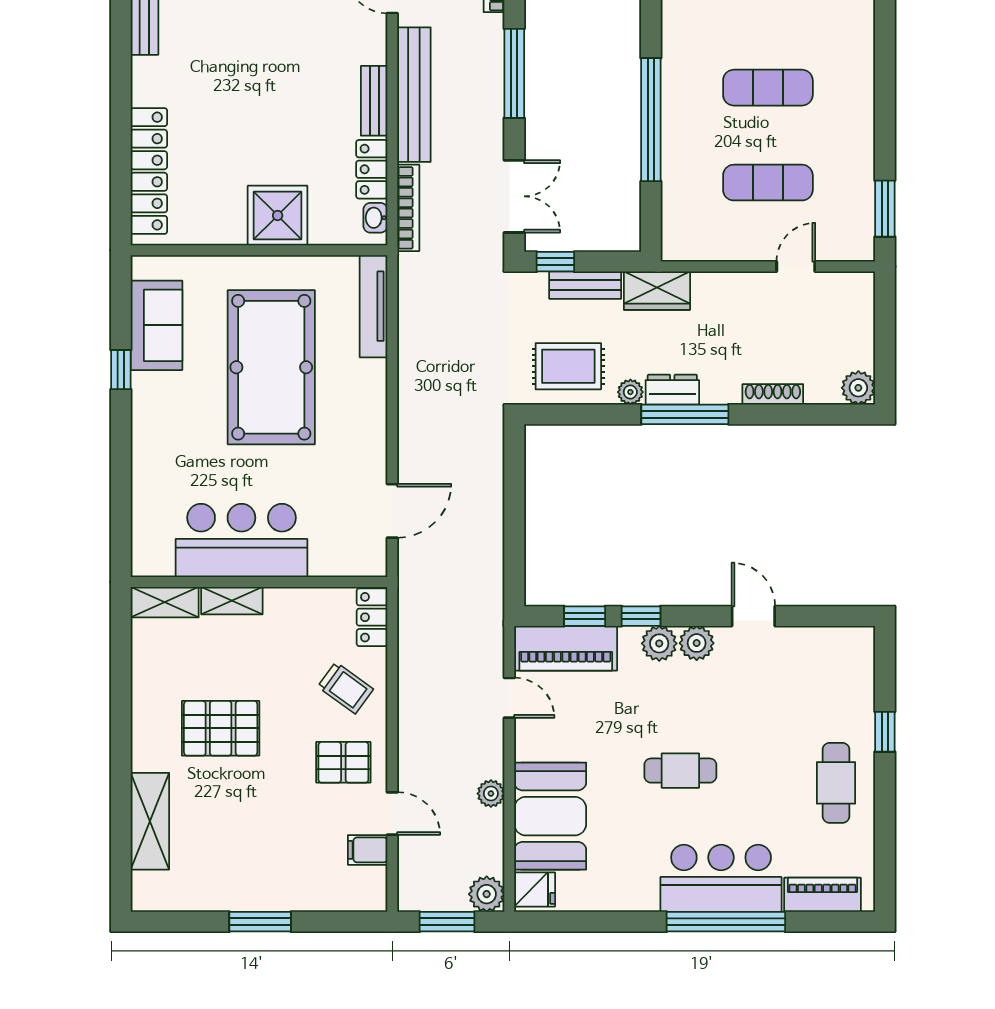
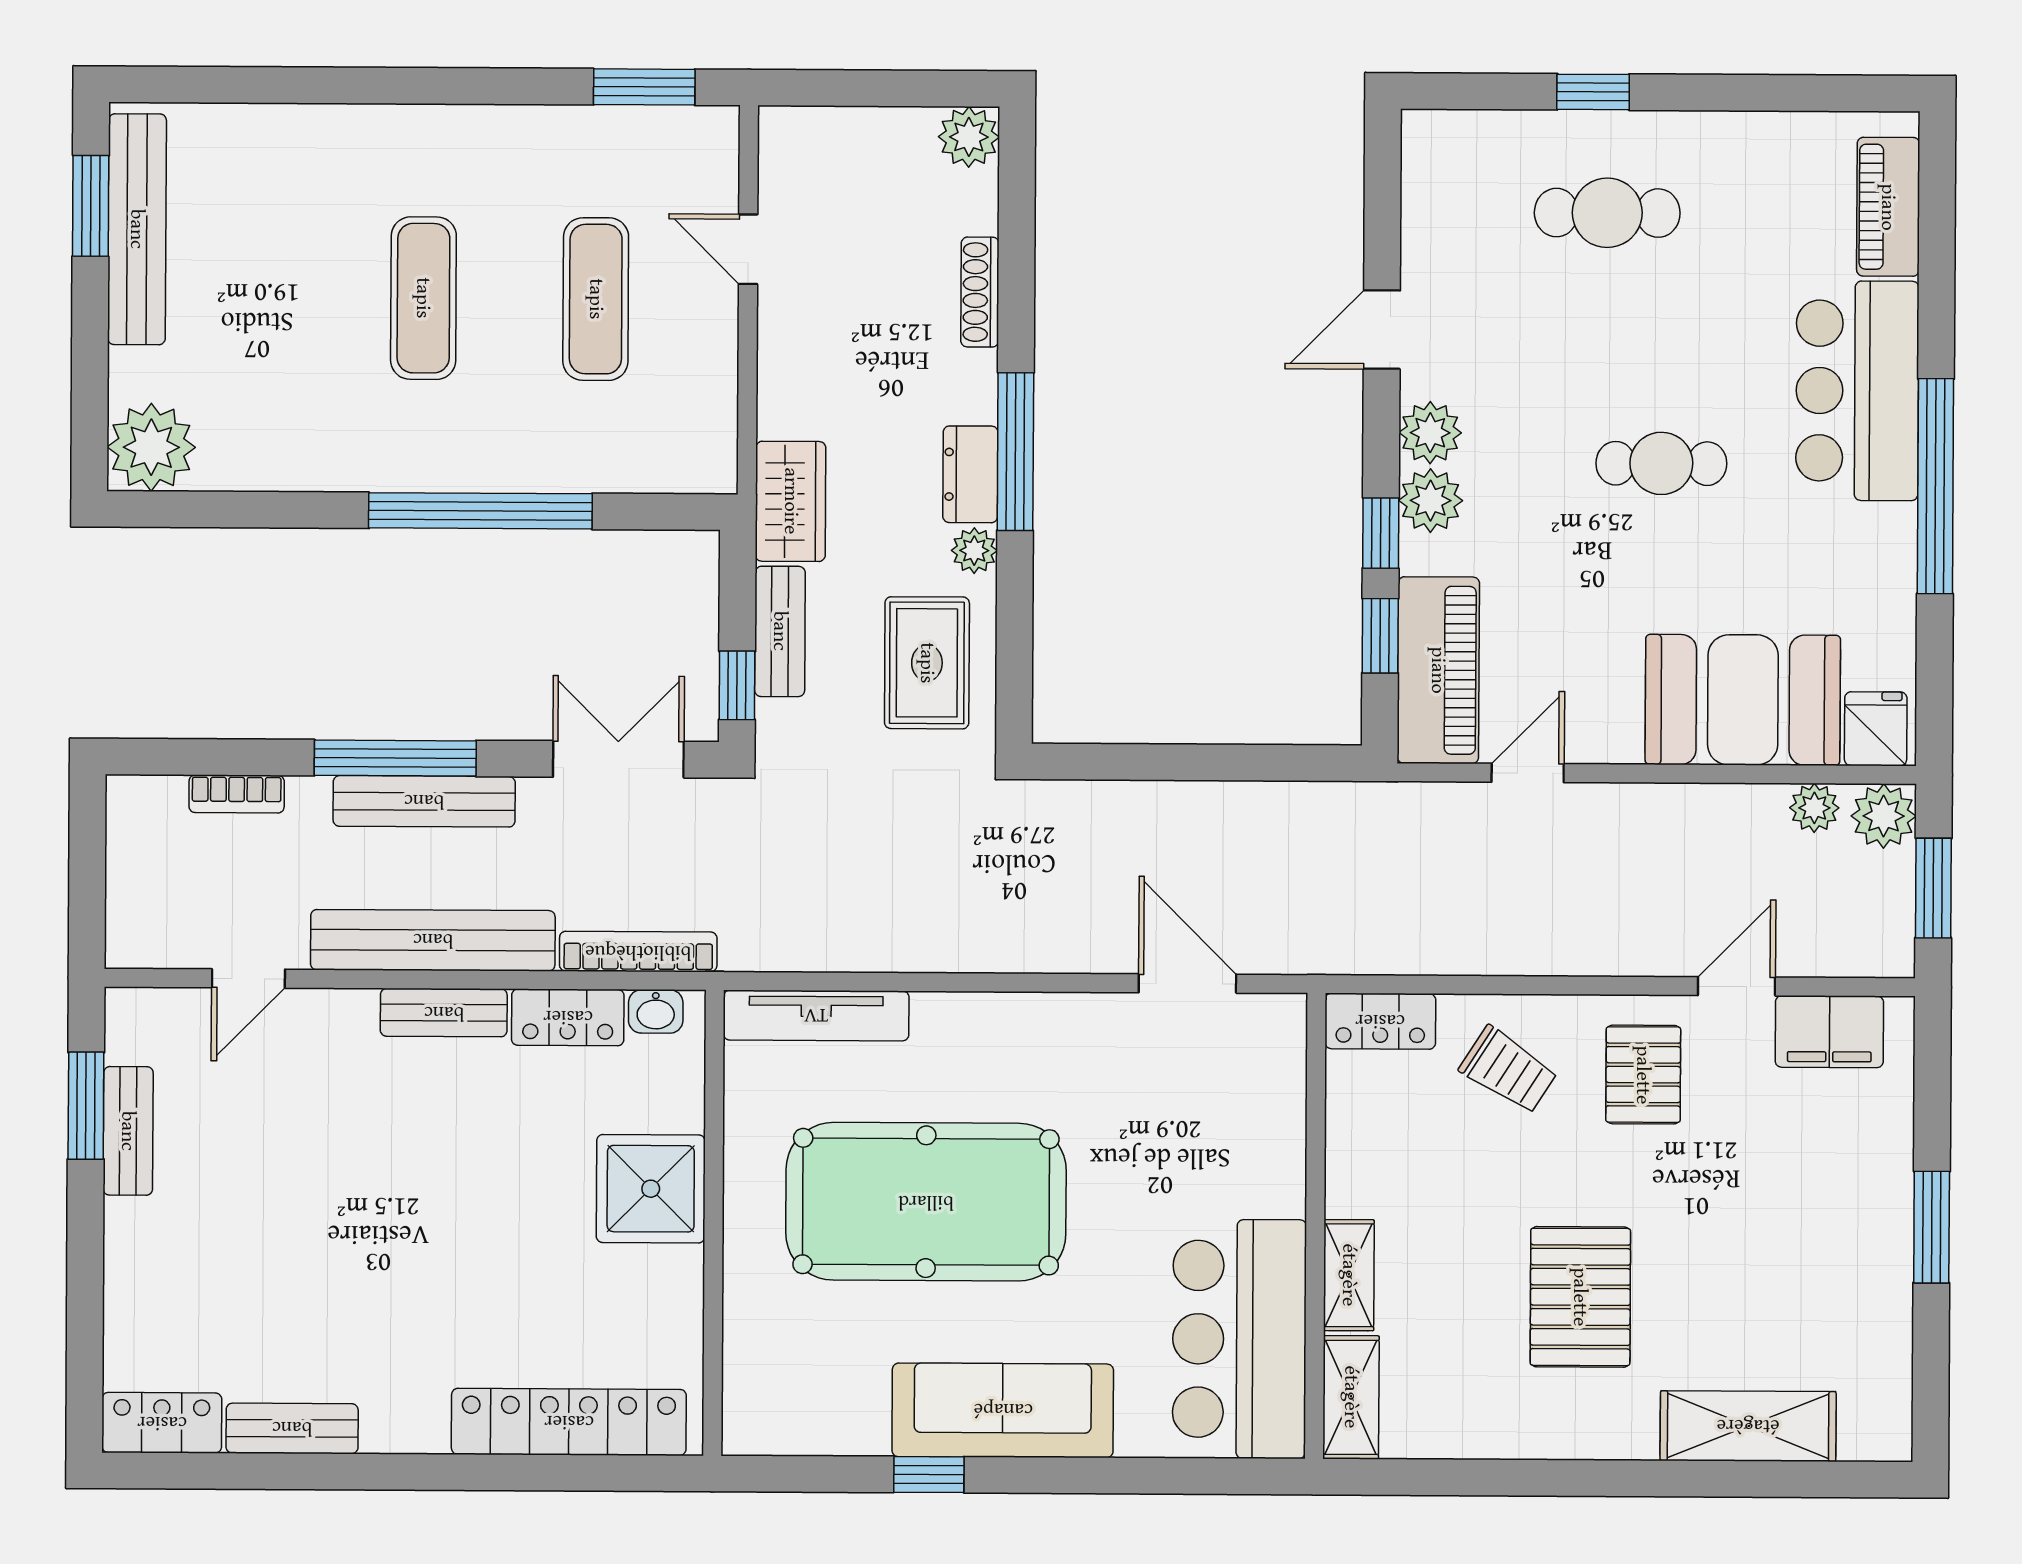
bench: (490, 89) -> (424, 801), added
sofa: (156, 325) -> (1003, 1410), moved, width x1.36
bar counter: (241, 540) -> (1239, 1339), moved
trolley: (345, 688) -> (1508, 1070), turned 87
cafe table: (680, 771) -> (1661, 463), turned 90
cafe table: (836, 783) -> (1607, 213), moved
plant: (491, 794) -> (1814, 808), moved
filing cabinet: (368, 850) -> (1829, 1032), width x2.00
window: (726, 922) -> (1935, 486), moved

